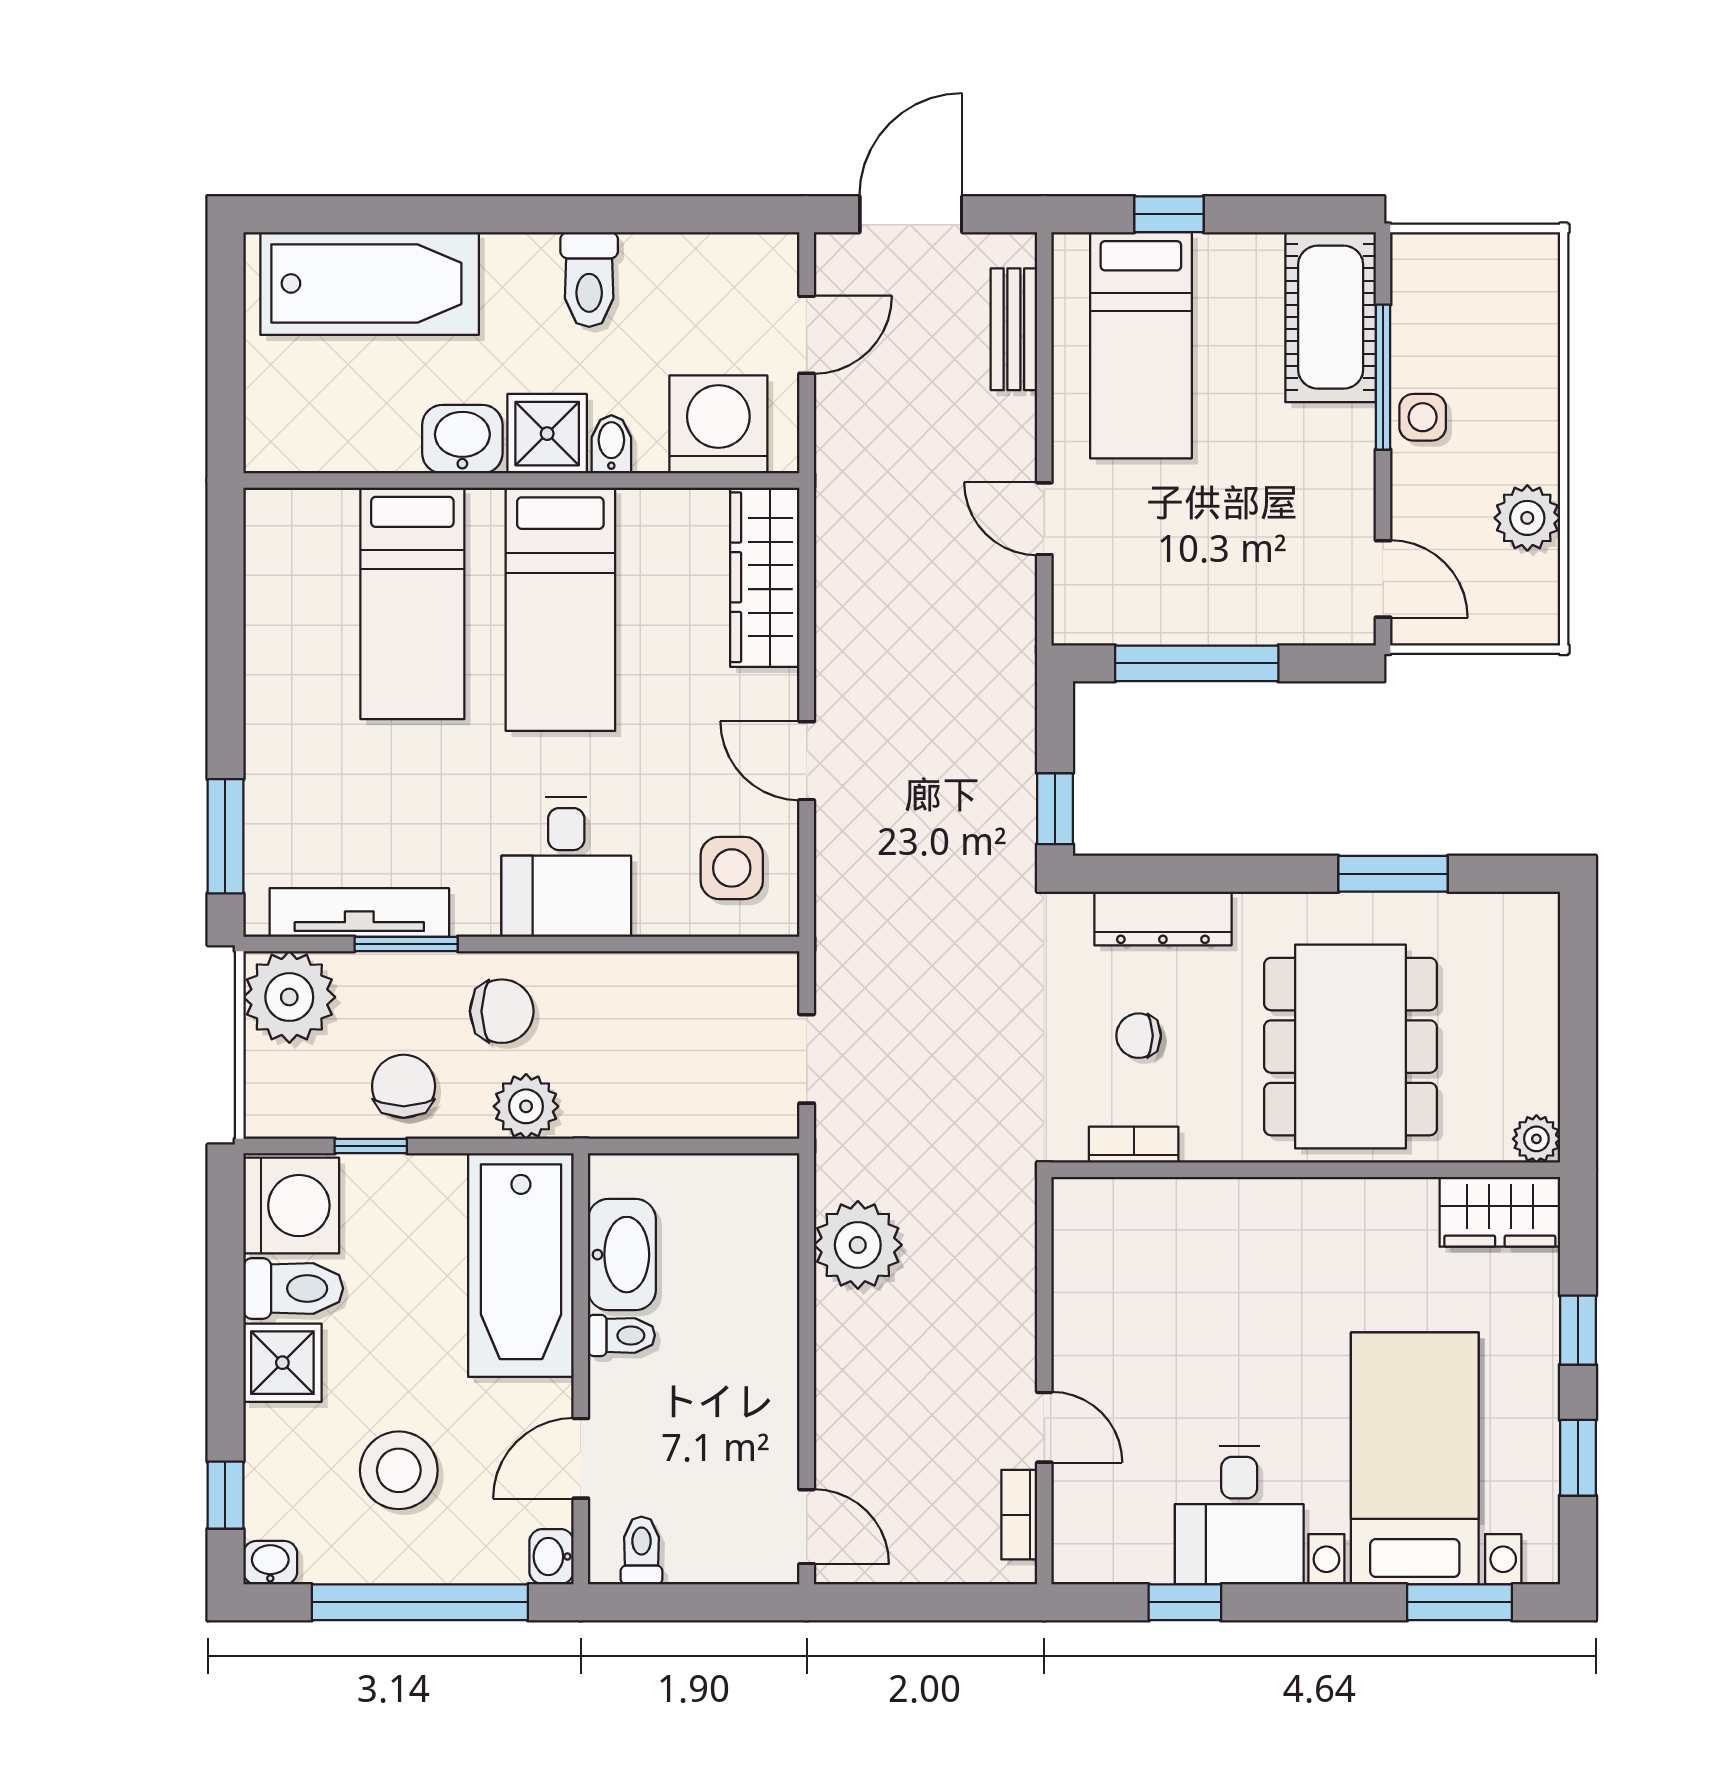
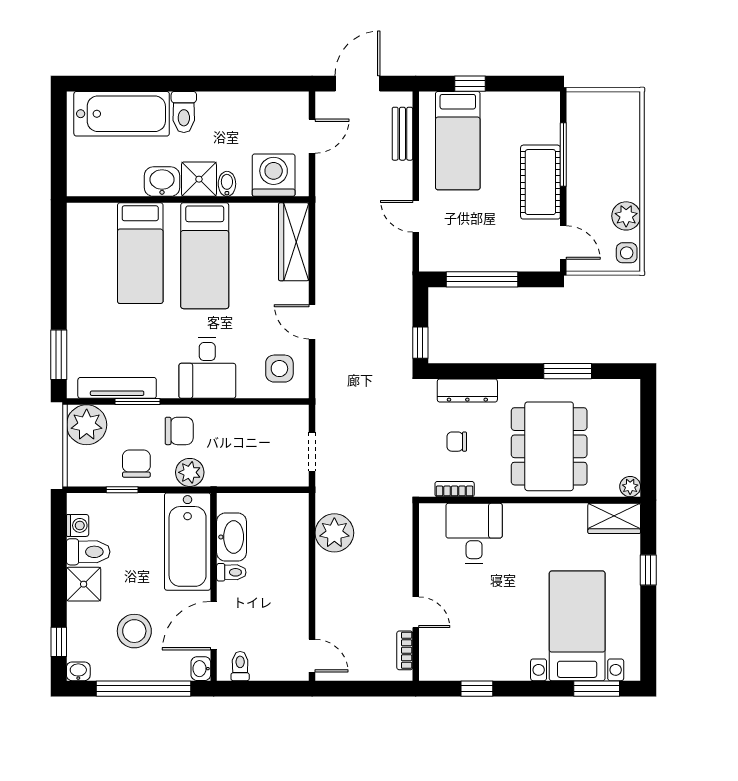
toilet: (589, 279) -> (184, 112), moved
cot: (1331, 317) -> (540, 182), moved
side table: (1423, 417) -> (627, 253), moved
washing machine: (291, 1206) -> (78, 525), width x0.53, depth x0.53
door: (581, 1458) -> (214, 626), width x1.38
window: (1578, 1458) -> (648, 626), removed
desk: (1239, 1515) -> (474, 533), moved, turned 180

